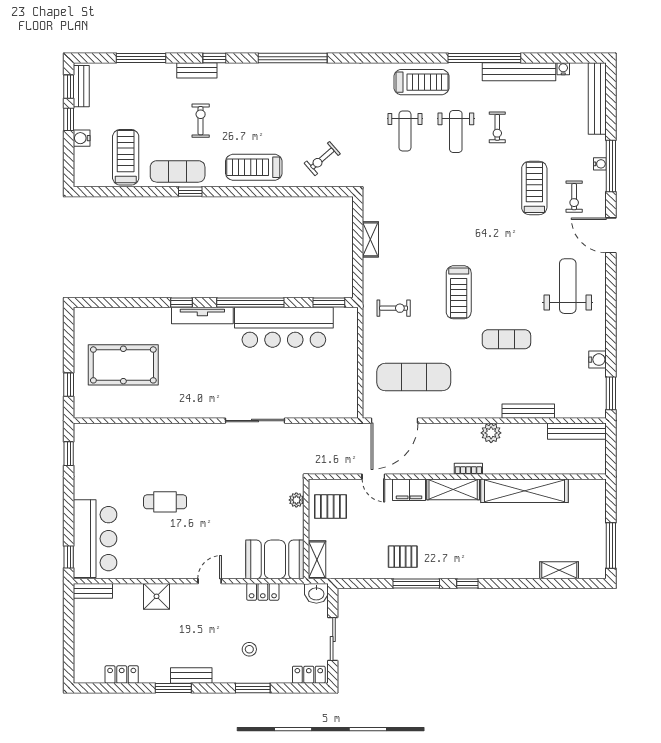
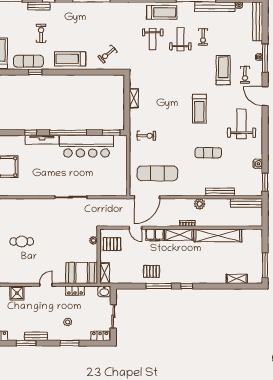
weight bench: (456, 132) -> (180, 39), turned 180
treadmill: (459, 292) -> (199, 109), moved

